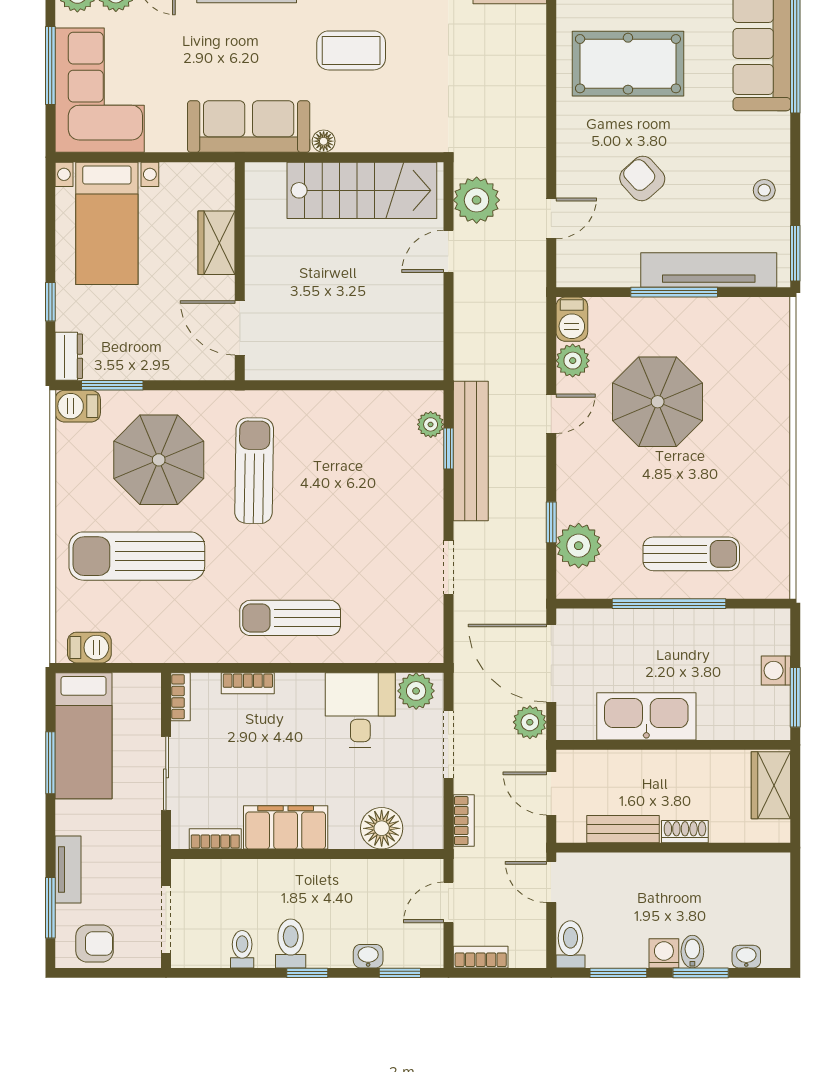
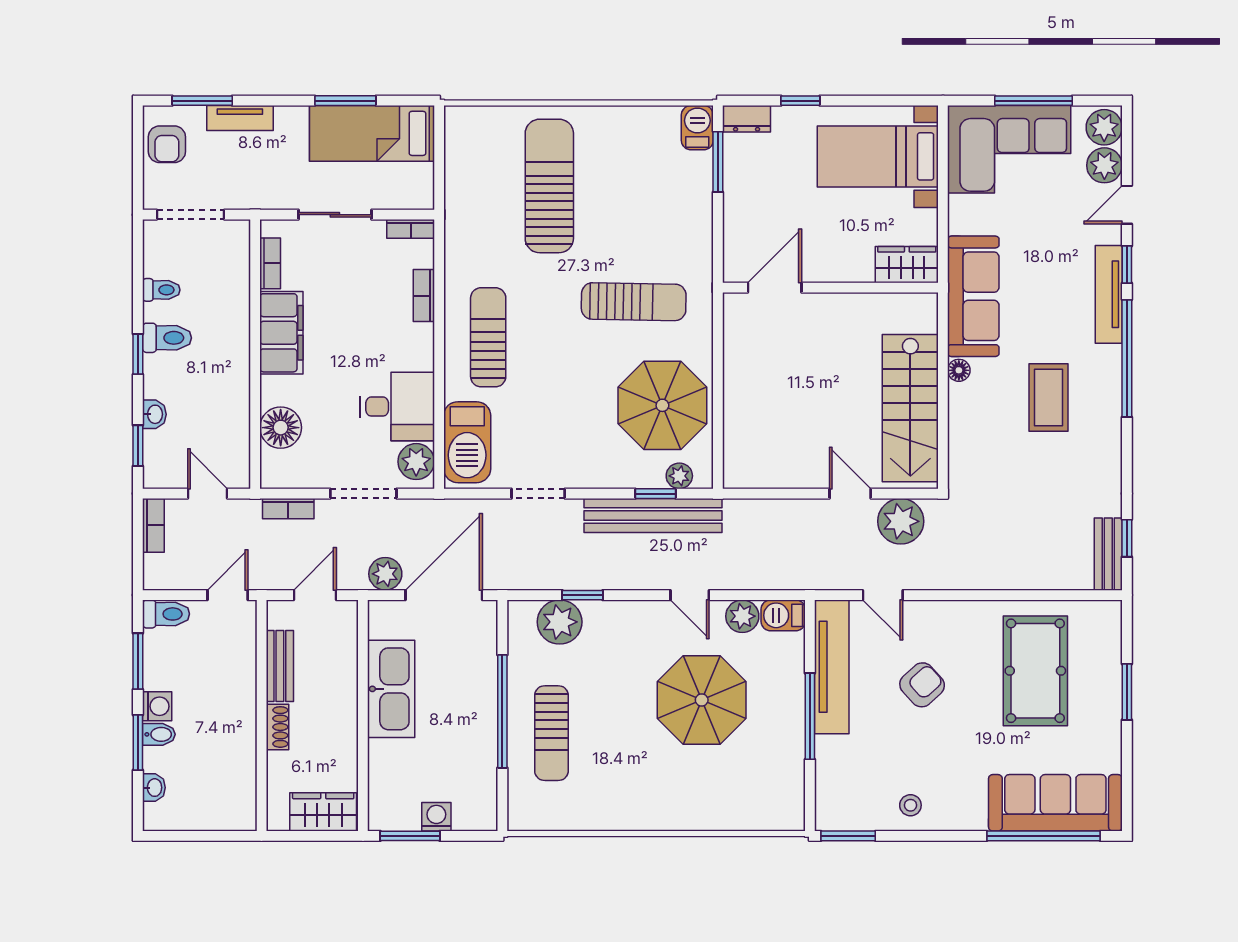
wardrobe: (216, 243) -> (907, 265), moved
tv unit: (709, 270) -> (832, 667), moved
parasol: (159, 460) -> (662, 405), moved
barbecue: (89, 648) -> (467, 442), moved, width x1.88, depth x1.53

